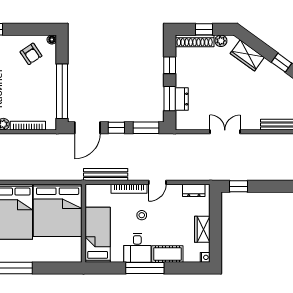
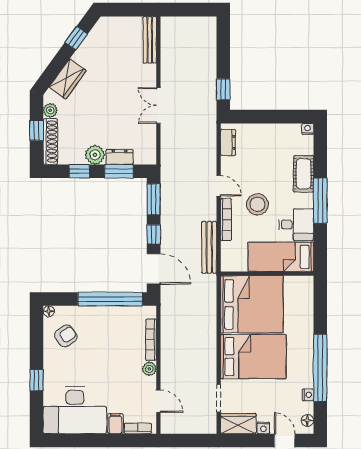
plant: (183, 78) -> (95, 155), added
stool: (142, 215) -> (257, 204), width x1.89, depth x1.89
wardrobe: (202, 229) -> (274, 132), removed
desk: (137, 248) -> (296, 225), moved

